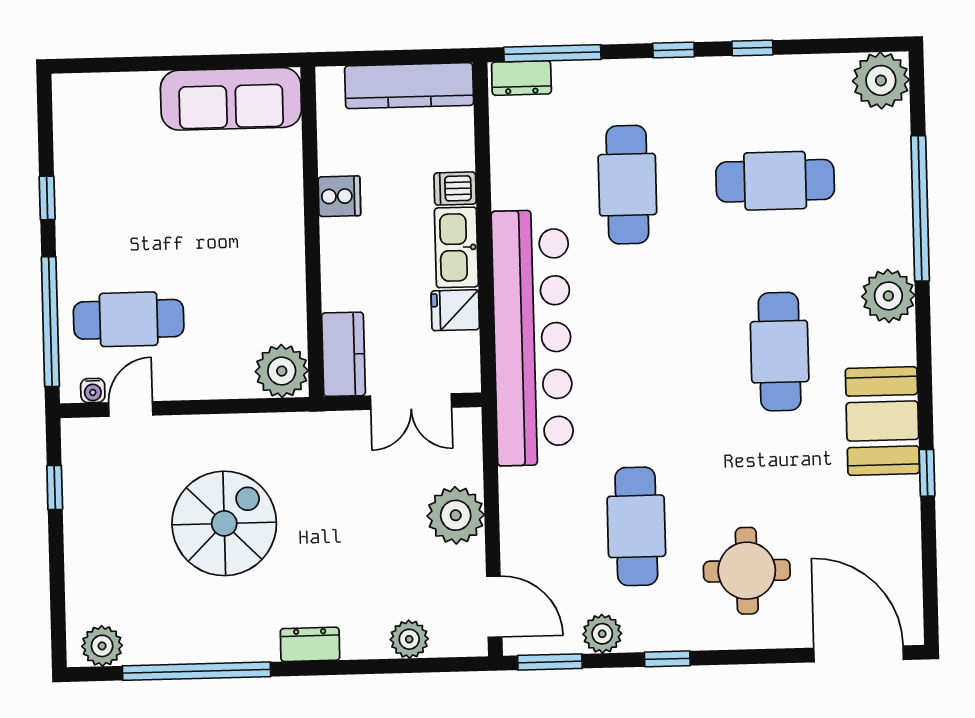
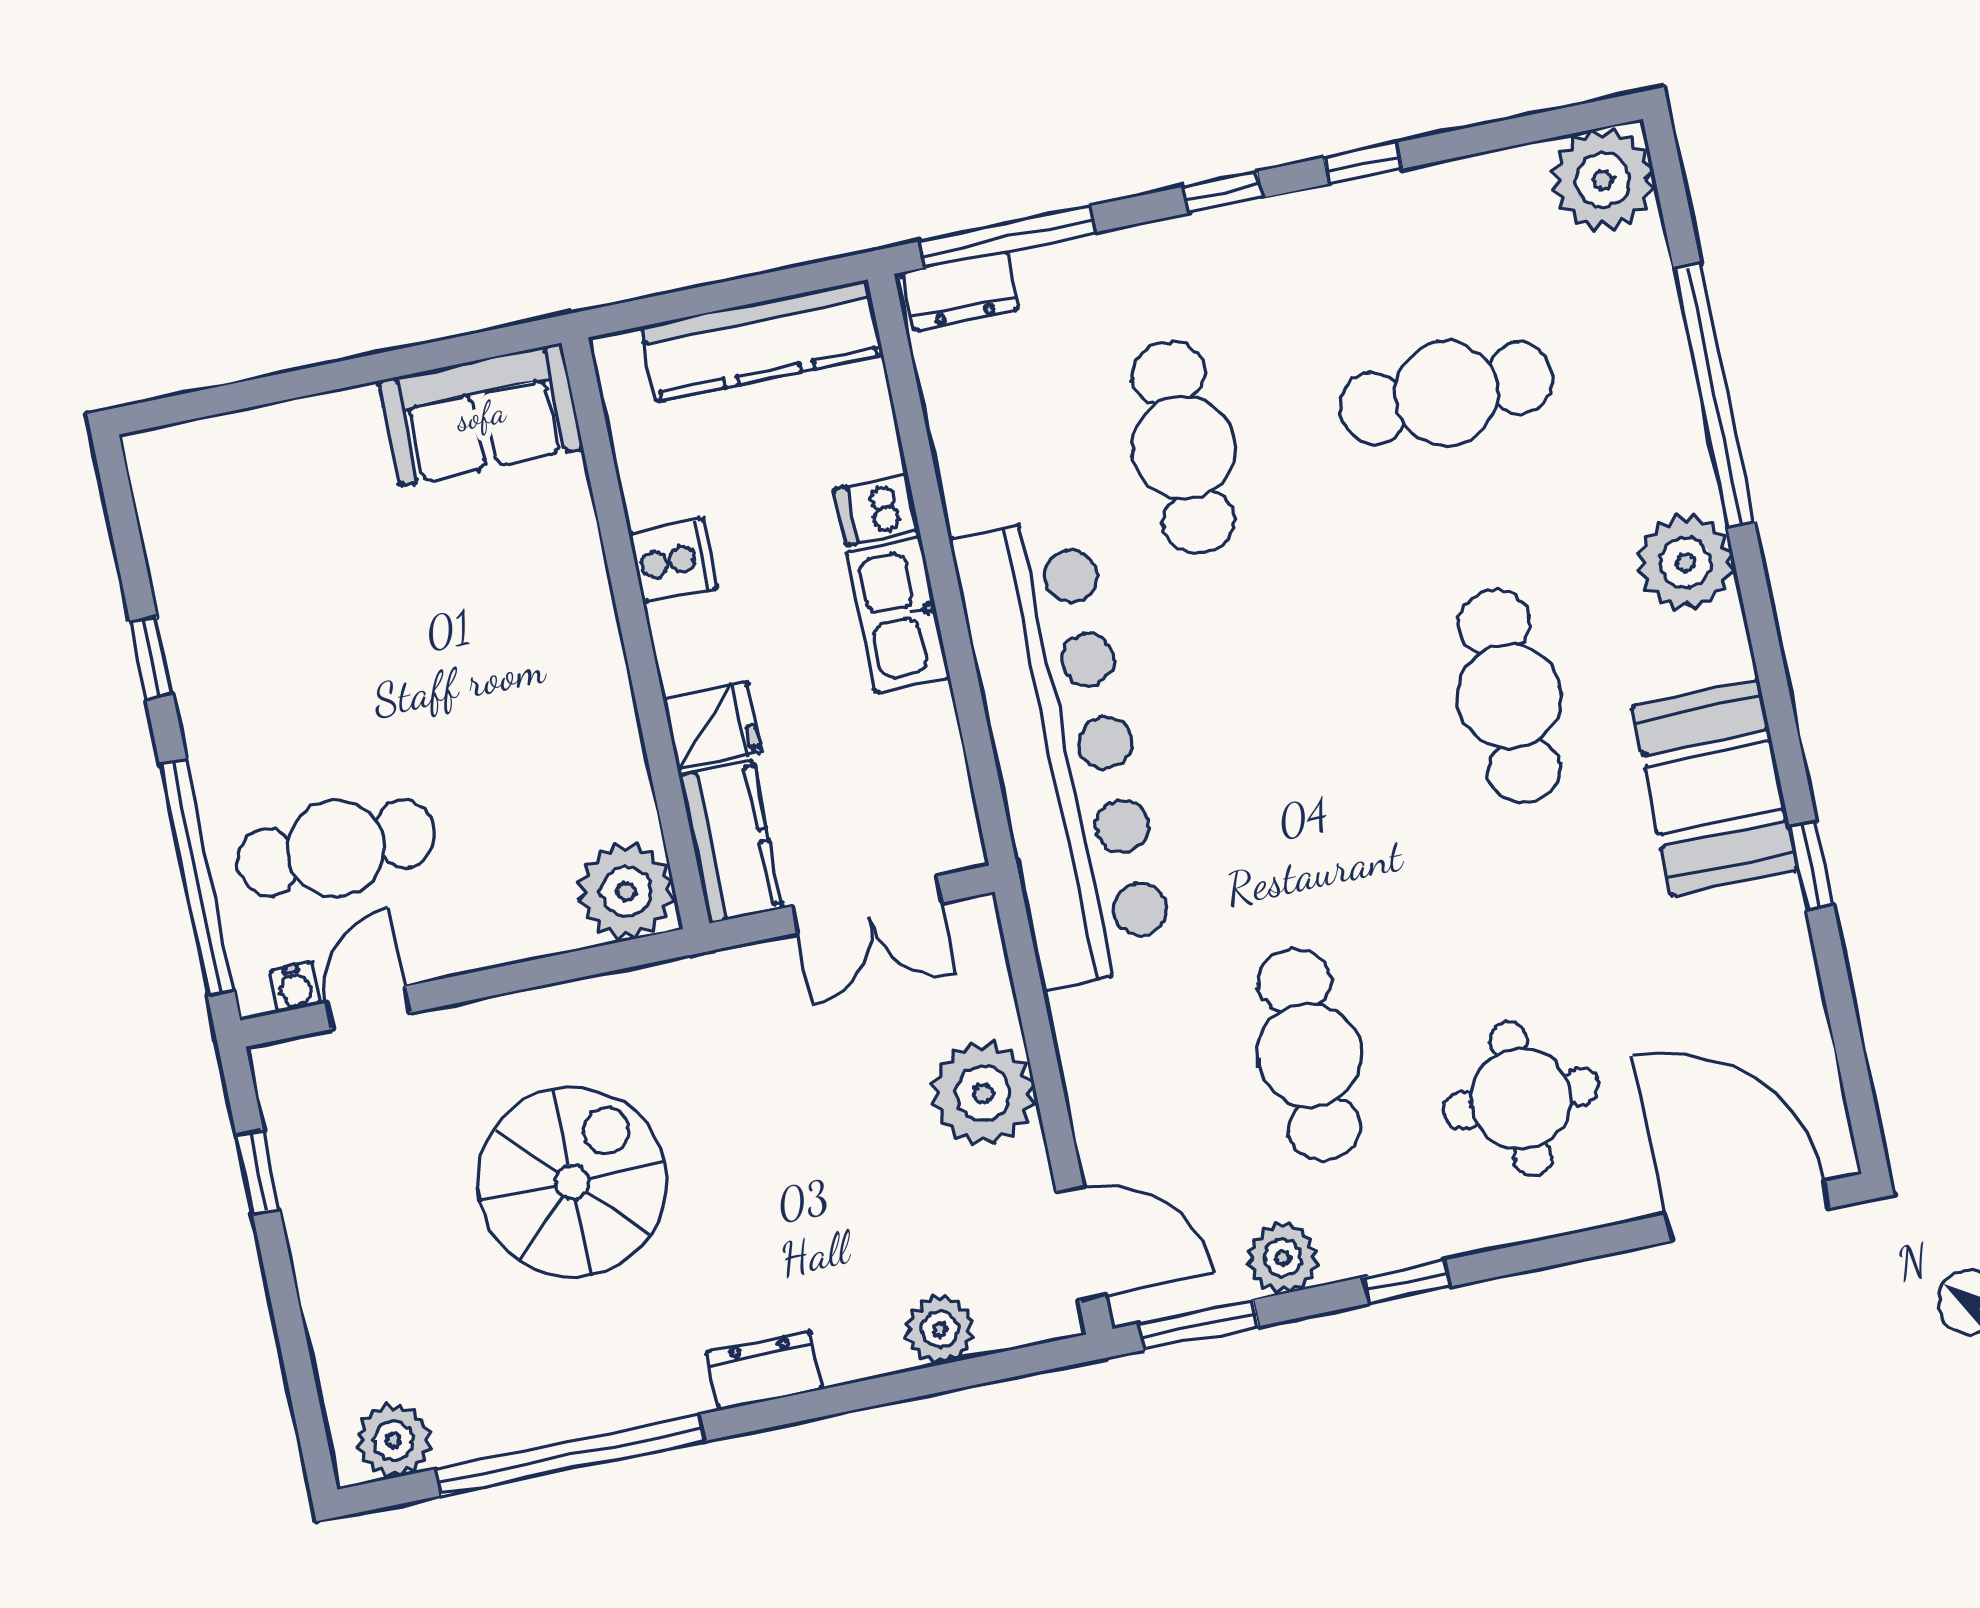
sofa: (231, 99) -> (481, 415), width x0.73
fridge: (455, 310) -> (712, 726), moved, turned 180

